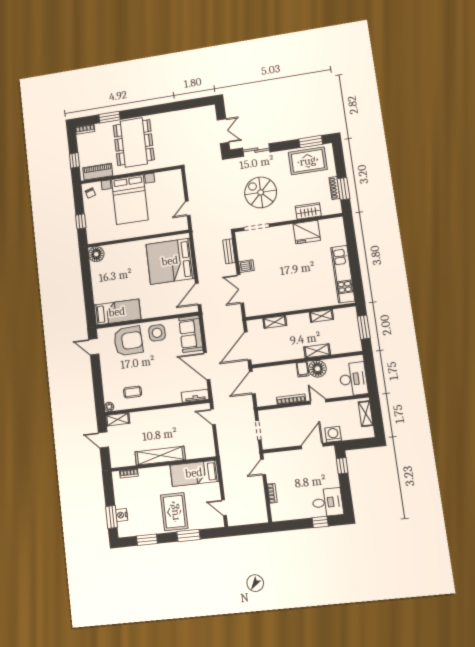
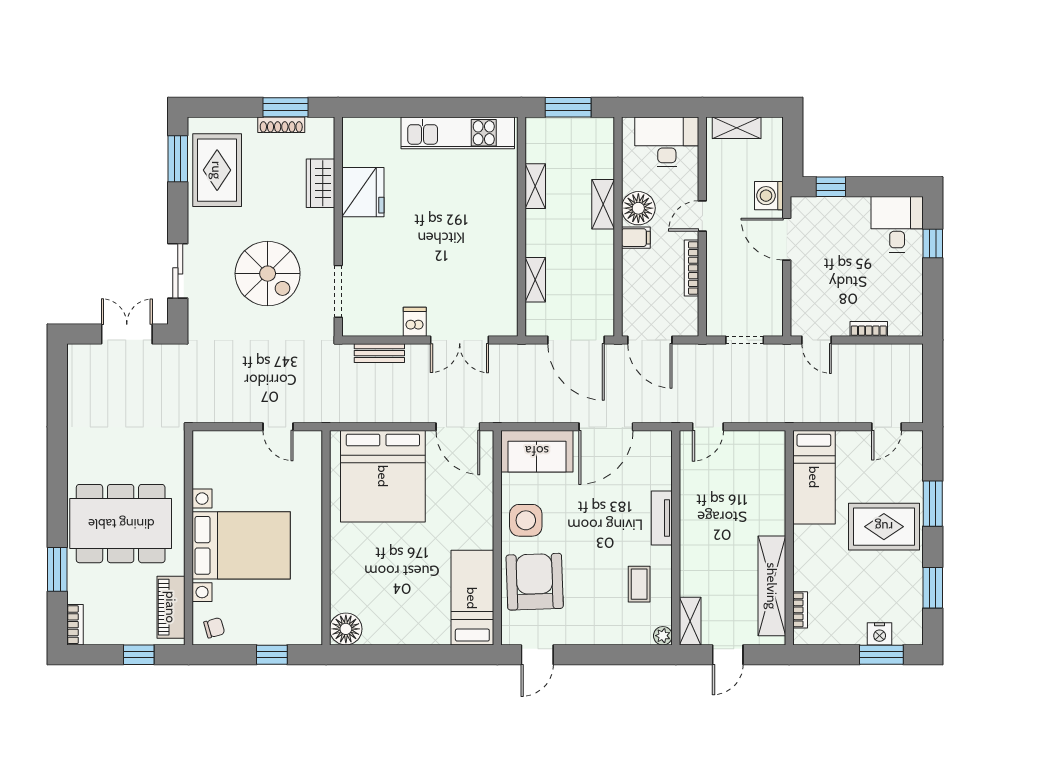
spiral stairs: (261, 192) -> (268, 274), turned -90
tv unit: (195, 396) -> (662, 518), moved
shelving: (160, 456) -> (772, 586), moved

